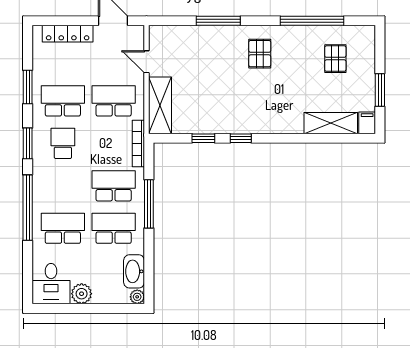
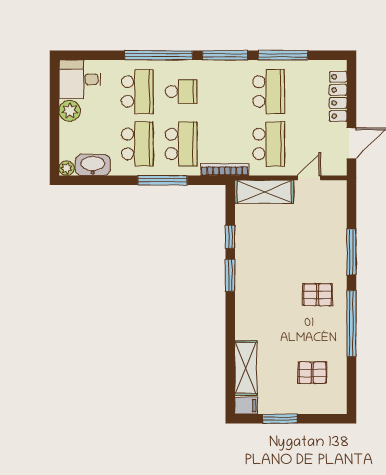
window: (312, 21) -> (351, 324), moved
window: (28, 87) -> (283, 55), width x1.44
window: (241, 138) -> (230, 275), width x1.50
window: (28, 143) -> (225, 55), width x1.44
school desk: (63, 143) -> (181, 92), moved

